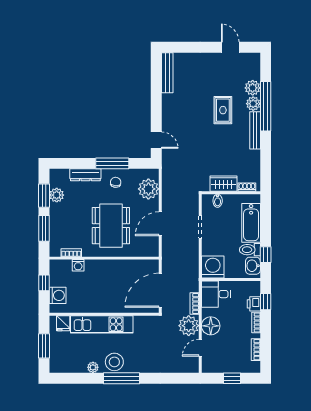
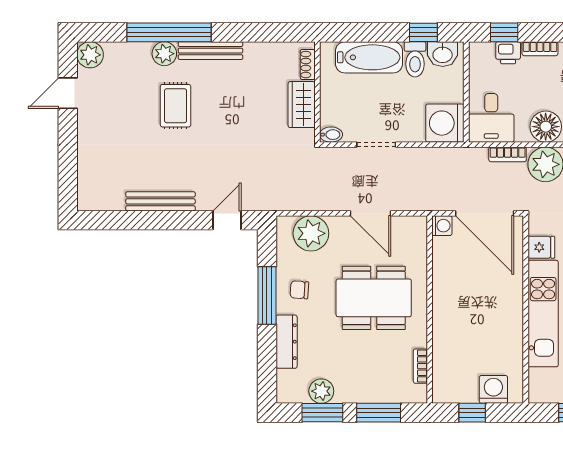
bench: (167, 73) -> (160, 201), moved
plant: (253, 88) -> (90, 55), moved
rug: (223, 110) -> (176, 106), turned 90
bidet: (218, 201) -> (331, 135), moved
washing machine: (78, 265) -> (442, 226), moved
fridge: (63, 323) -> (541, 247), moved

